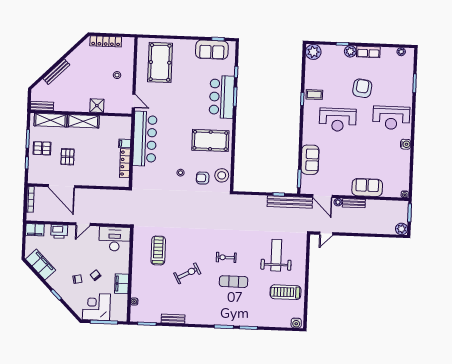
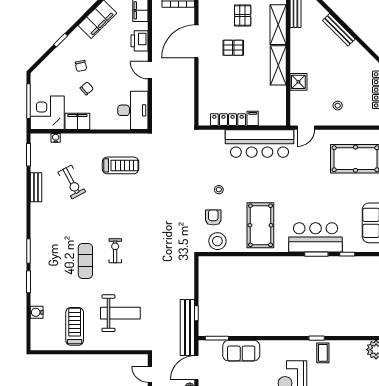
exercise bike: (187, 273) -> (72, 182), moved
corner desk: (96, 307) -> (47, 113), moved, turned -90
water cooler: (296, 323) -> (37, 312), moved

